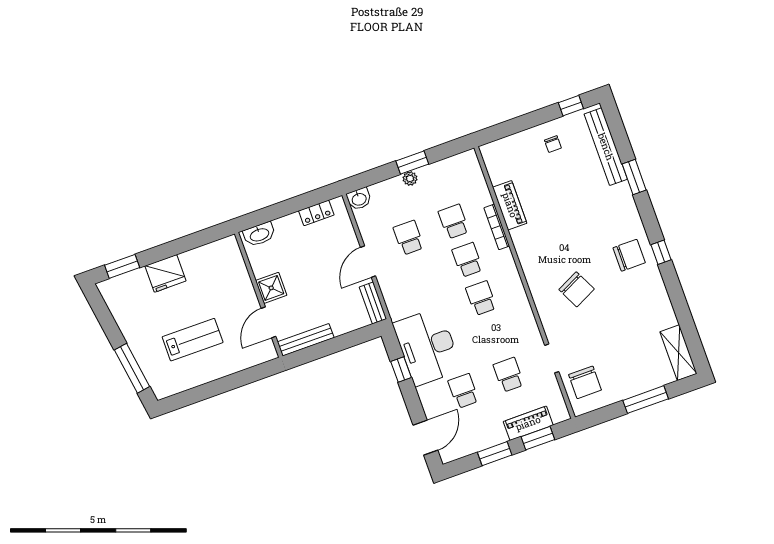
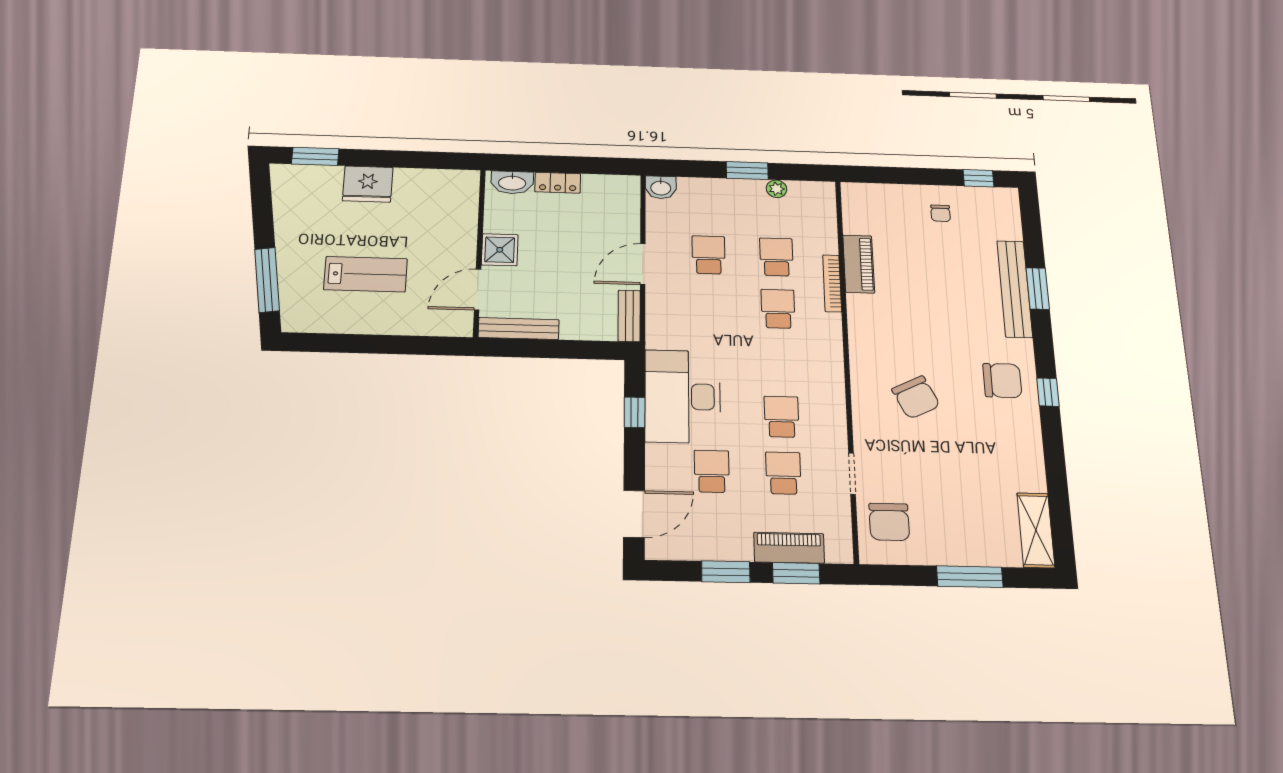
bench: (606, 147) -> (1015, 289), moved
plant: (410, 178) -> (777, 189), moved
locker: (316, 213) -> (558, 183), moved
school desk: (481, 298) -> (781, 417), moved

